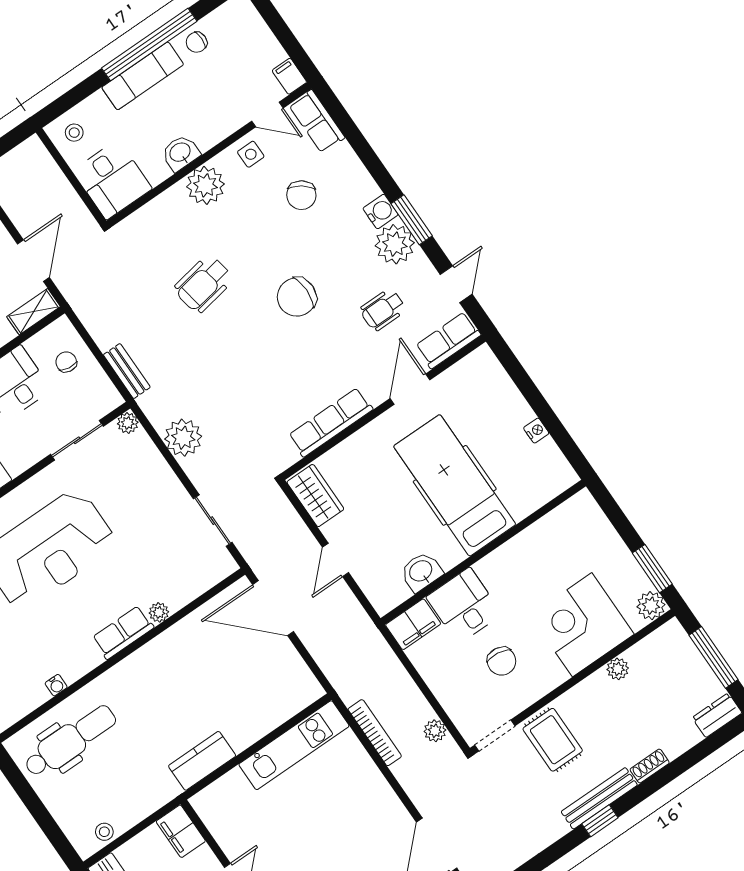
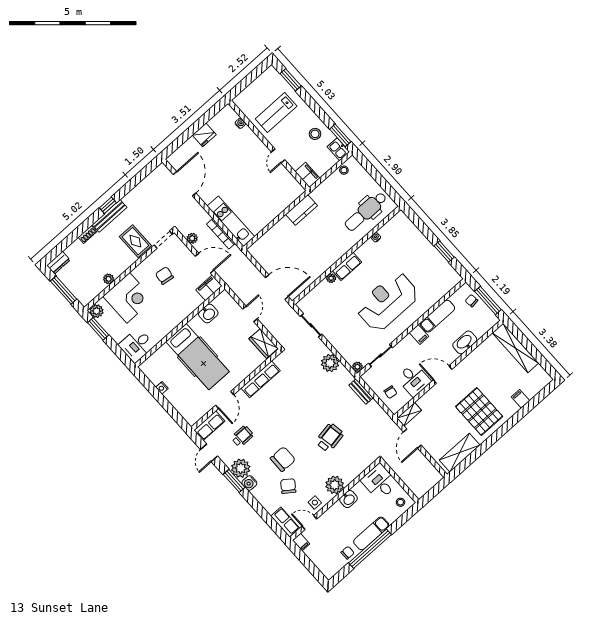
chair: (297, 297) -> (283, 459), moved
desk: (464, 606) -> (137, 345), moved, turned 90
door: (416, 676) -> (205, 263), added
kitchen unit: (294, 745) -> (231, 221), moved, turned 90

